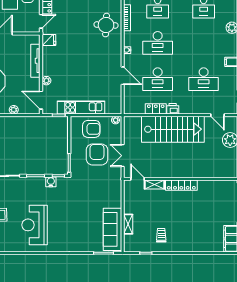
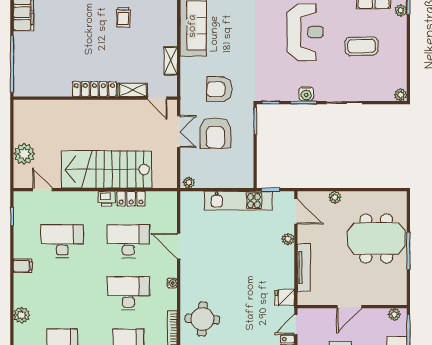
armchair: (91, 129) -> (219, 89), moved
water cooler: (51, 182) -> (306, 94), moved
shelving: (128, 224) -> (171, 61), moved

